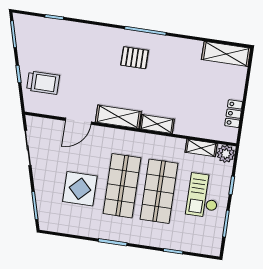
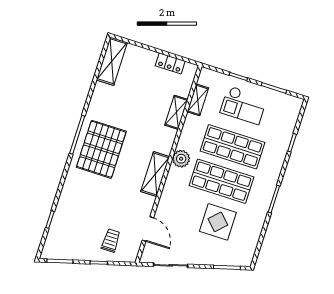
pallet: (135, 58) -> (101, 149), width x2.05, depth x2.00
trolley: (43, 83) -> (111, 241), width x0.73, depth x0.72
door: (78, 121) -> (148, 229), moved
shelving: (157, 124) -> (176, 112), moved
plant: (226, 154) -> (181, 159), moved

